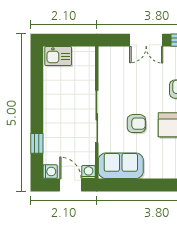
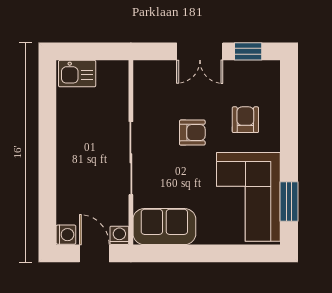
armchair: (136, 124) -> (192, 133), moved
window: (37, 143) -> (47, 195), removed

